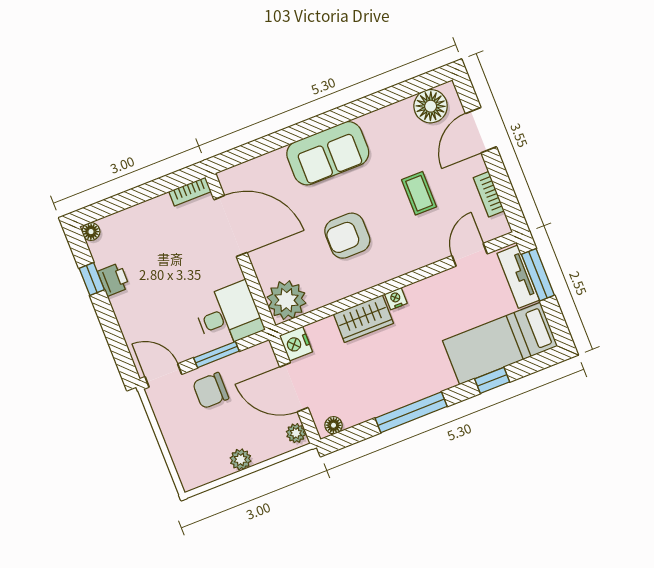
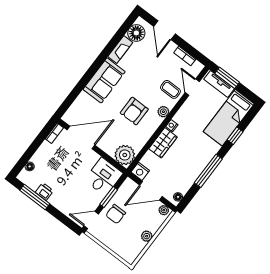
fireplace: (387, 118) -> (120, 49), added
coffee table: (419, 193) -> (170, 89), moved
floor lamp: (91, 232) -> (30, 166), moved
plant: (396, 267) -> (163, 112), added
window: (92, 279) -> (35, 197), width x2.17

